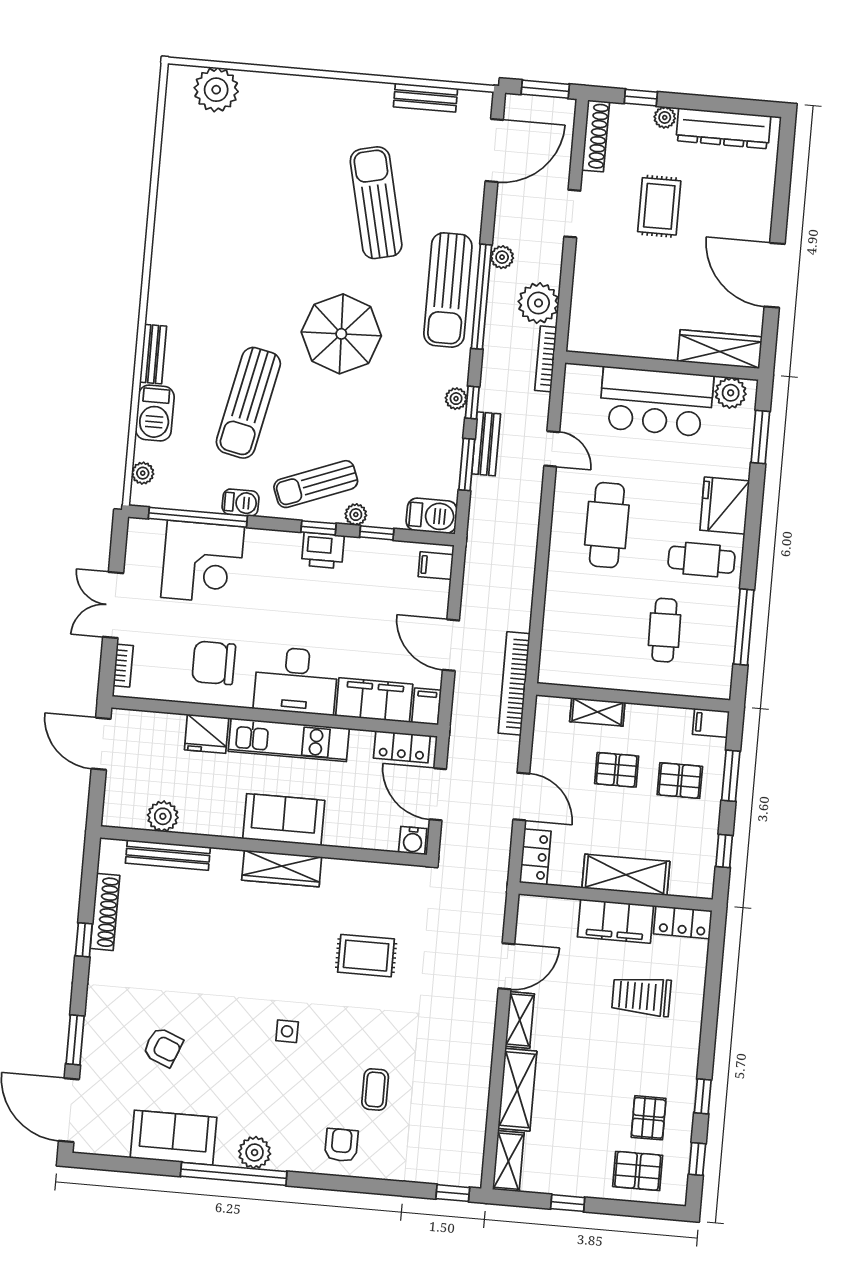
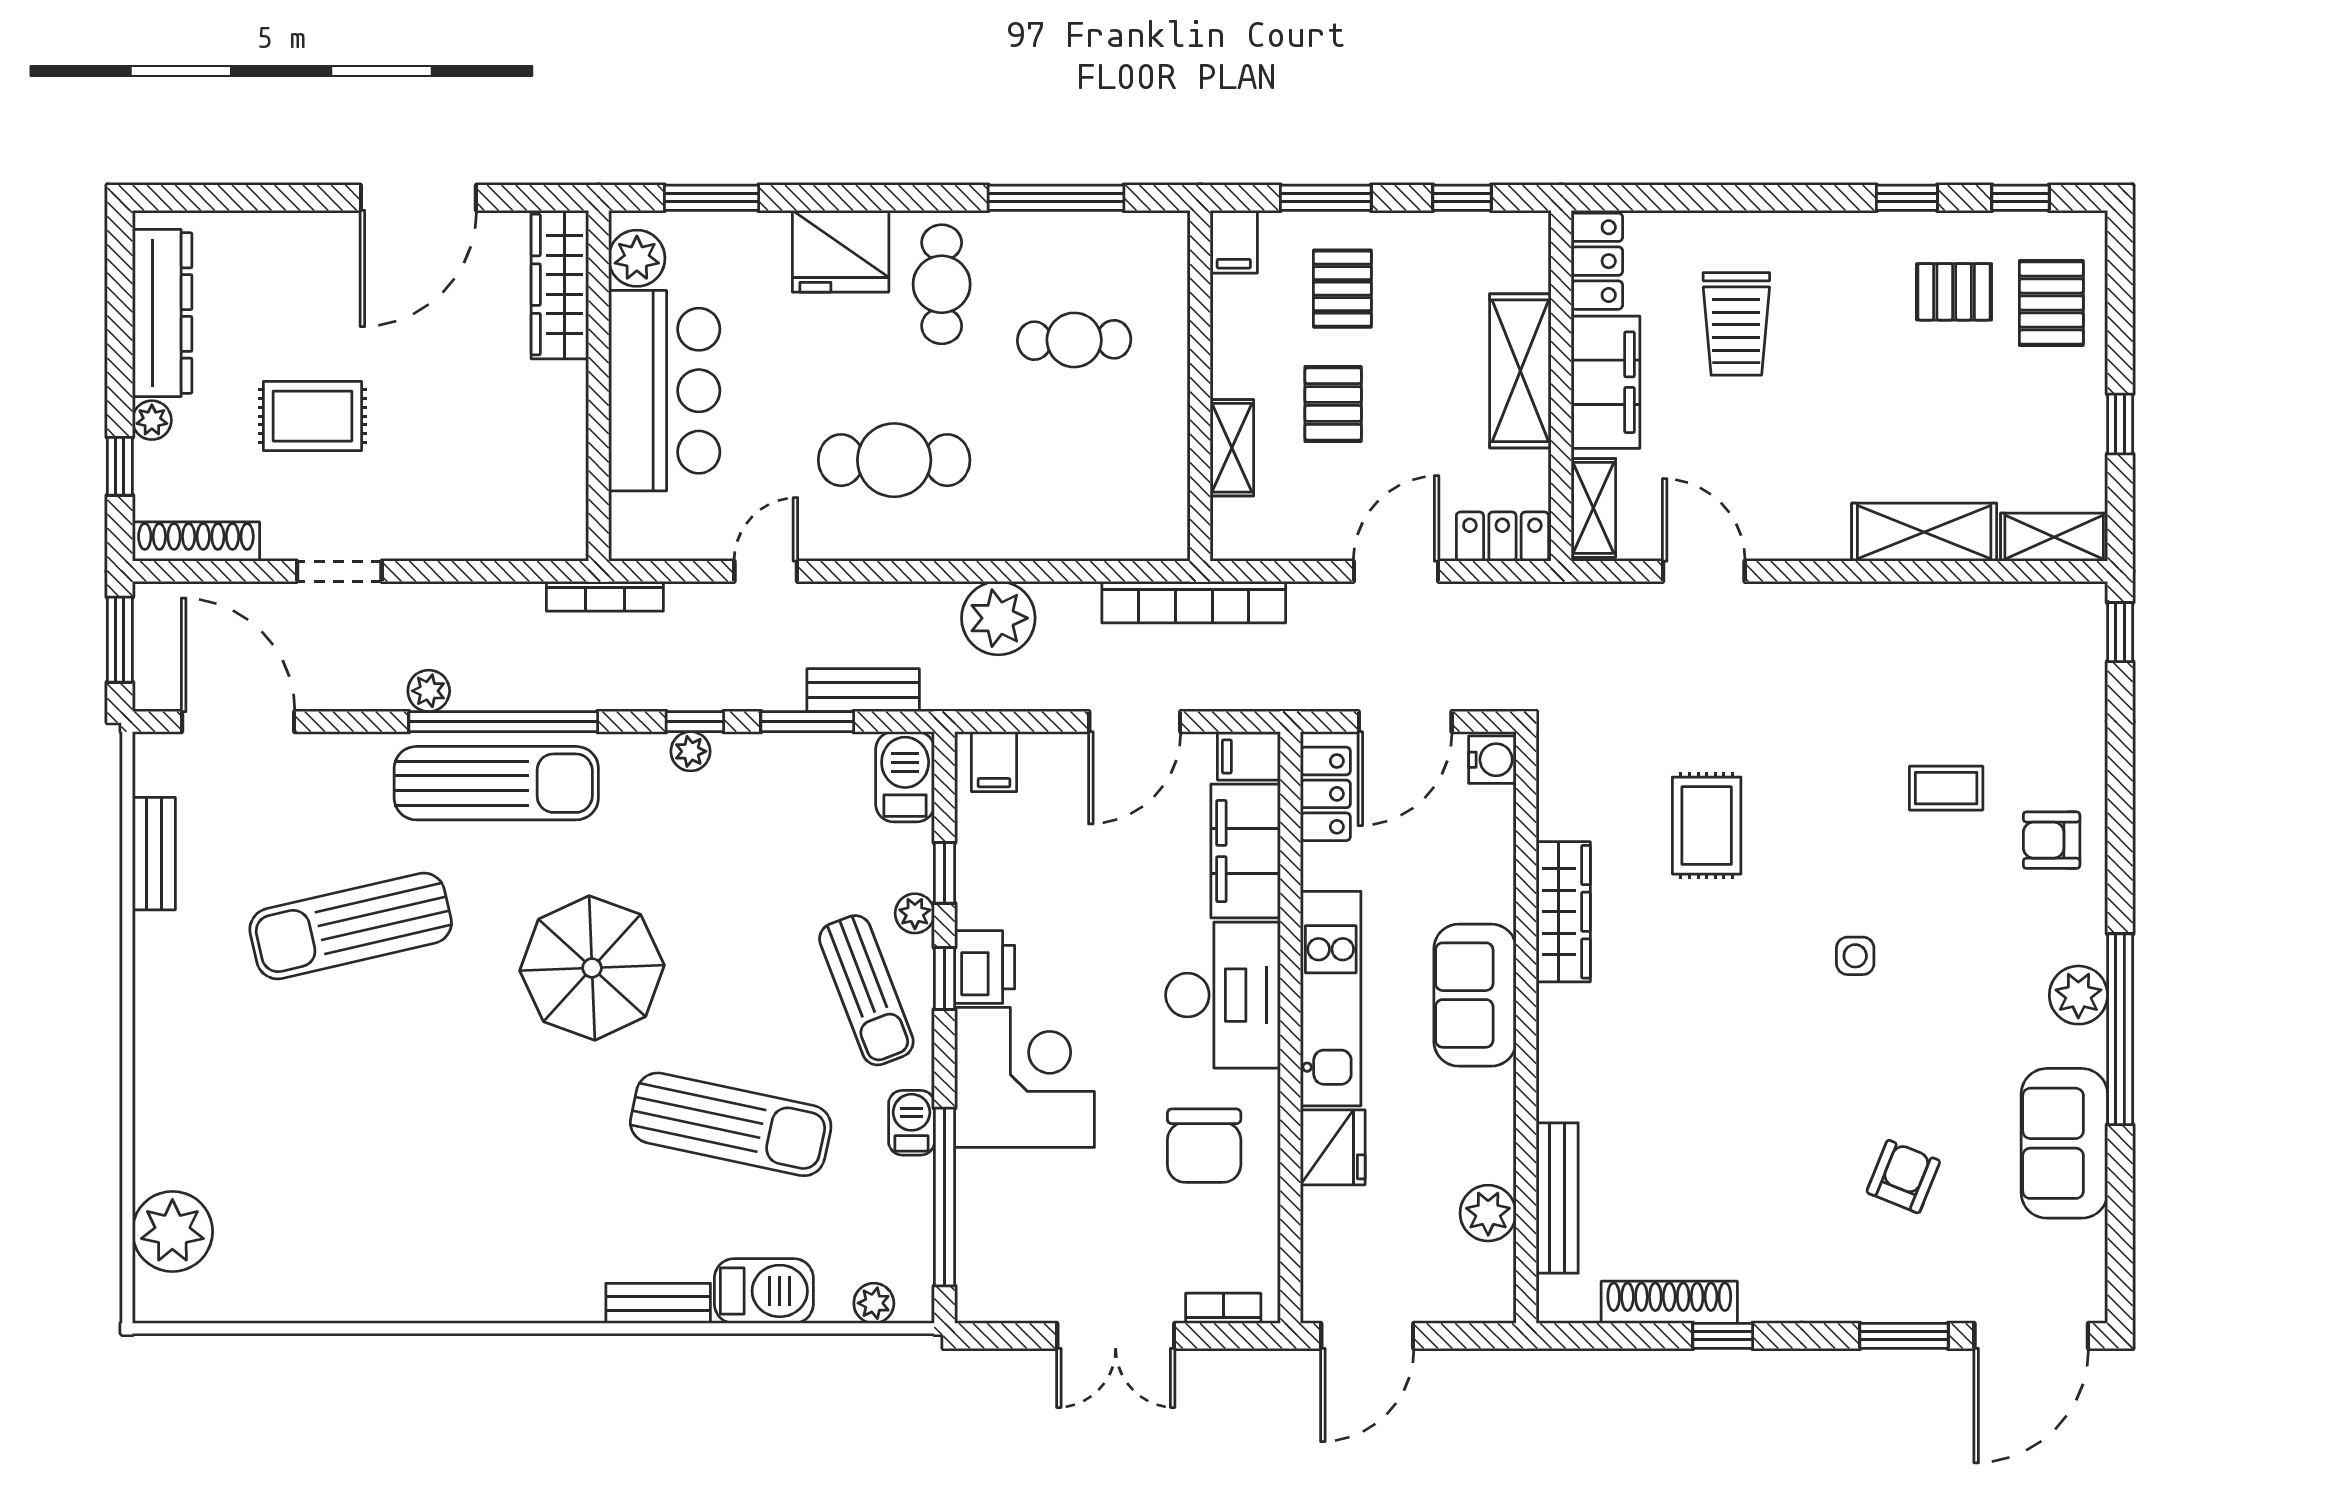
plant: (538, 303) -> (998, 618), moved
bench: (486, 444) -> (863, 690), moved
corner desk: (203, 562) -> (1024, 1077), moved
wardrobe: (282, 868) -> (1563, 912), moved
shelving: (520, 1020) -> (1593, 508), moved, turned 90

